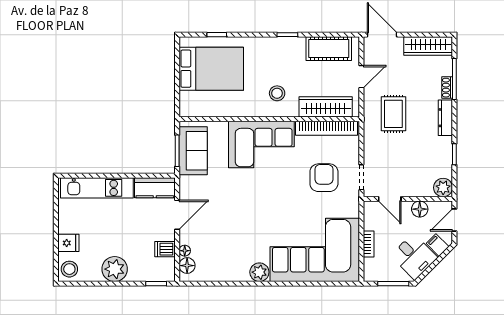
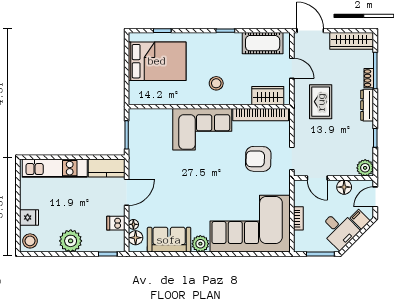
door: (361, 77) -> (292, 68), hinge flipped
wardrobe: (326, 107) -> (268, 96), width x0.67
sofa: (193, 151) -> (169, 240), moved, turned -90
armchair: (324, 178) -> (258, 159), turned -89

